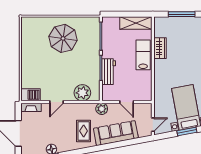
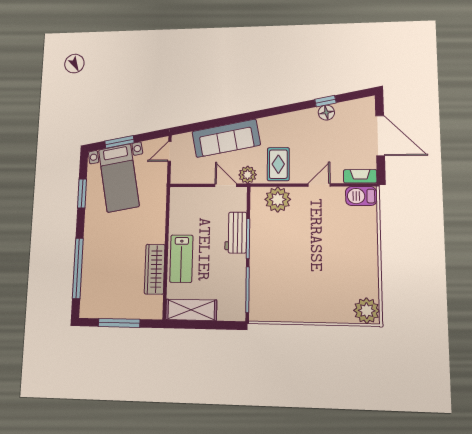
plant: (29, 25) -> (367, 311), added
parasol: (63, 38) -> (309, 287), removed
wardrobe: (160, 48) -> (155, 269), width x1.50
door: (127, 102) -> (226, 185), moved
rug: (84, 131) -> (278, 164), moved

